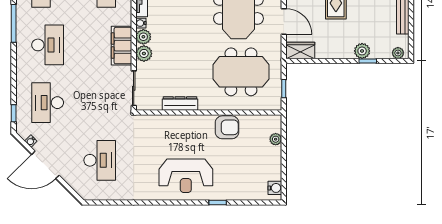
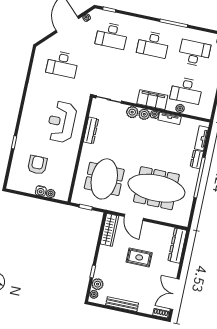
door: (284, 22) -> (134, 217), hinge flipped
filing cabinet: (121, 46) -> (152, 100), moved
wardrobe: (300, 50) -> (109, 230), width x1.50
plant: (362, 51) -> (98, 284), moved
desk: (48, 103) -> (112, 36), turned 180
armchair: (227, 127) -> (37, 165), moved, turned 180
reception desk: (186, 176) -> (62, 122), moved
water cooler: (275, 188) -> (41, 191), moved

